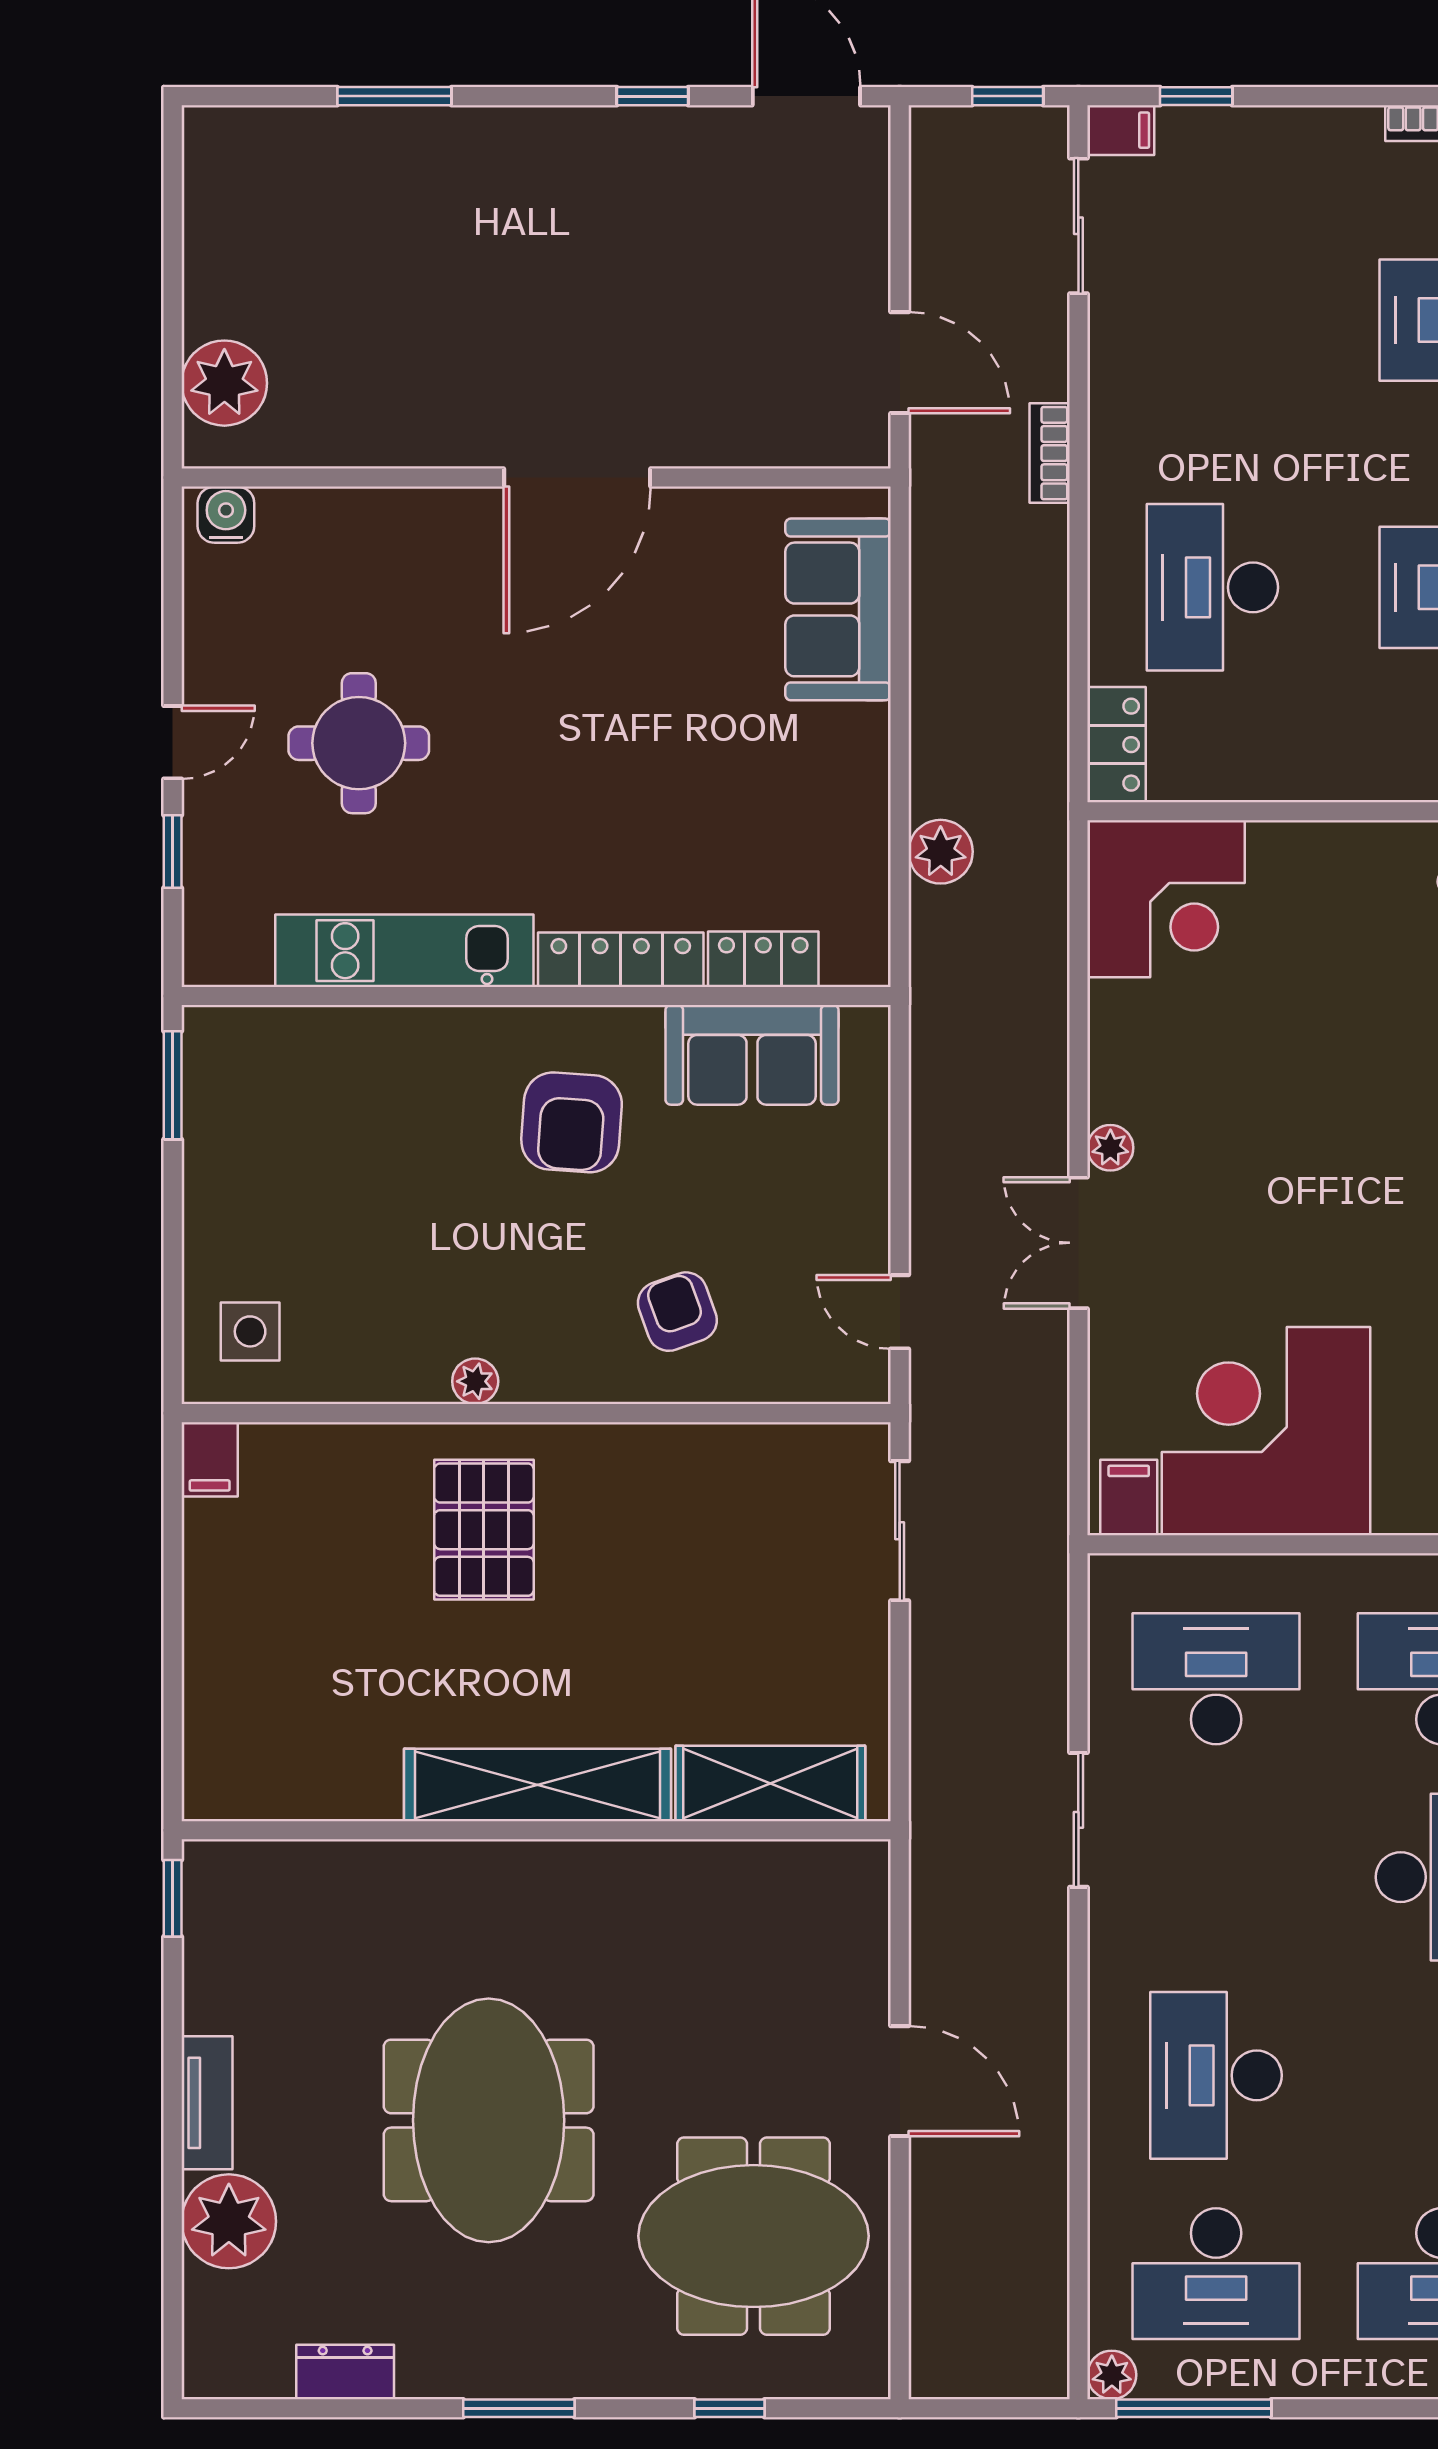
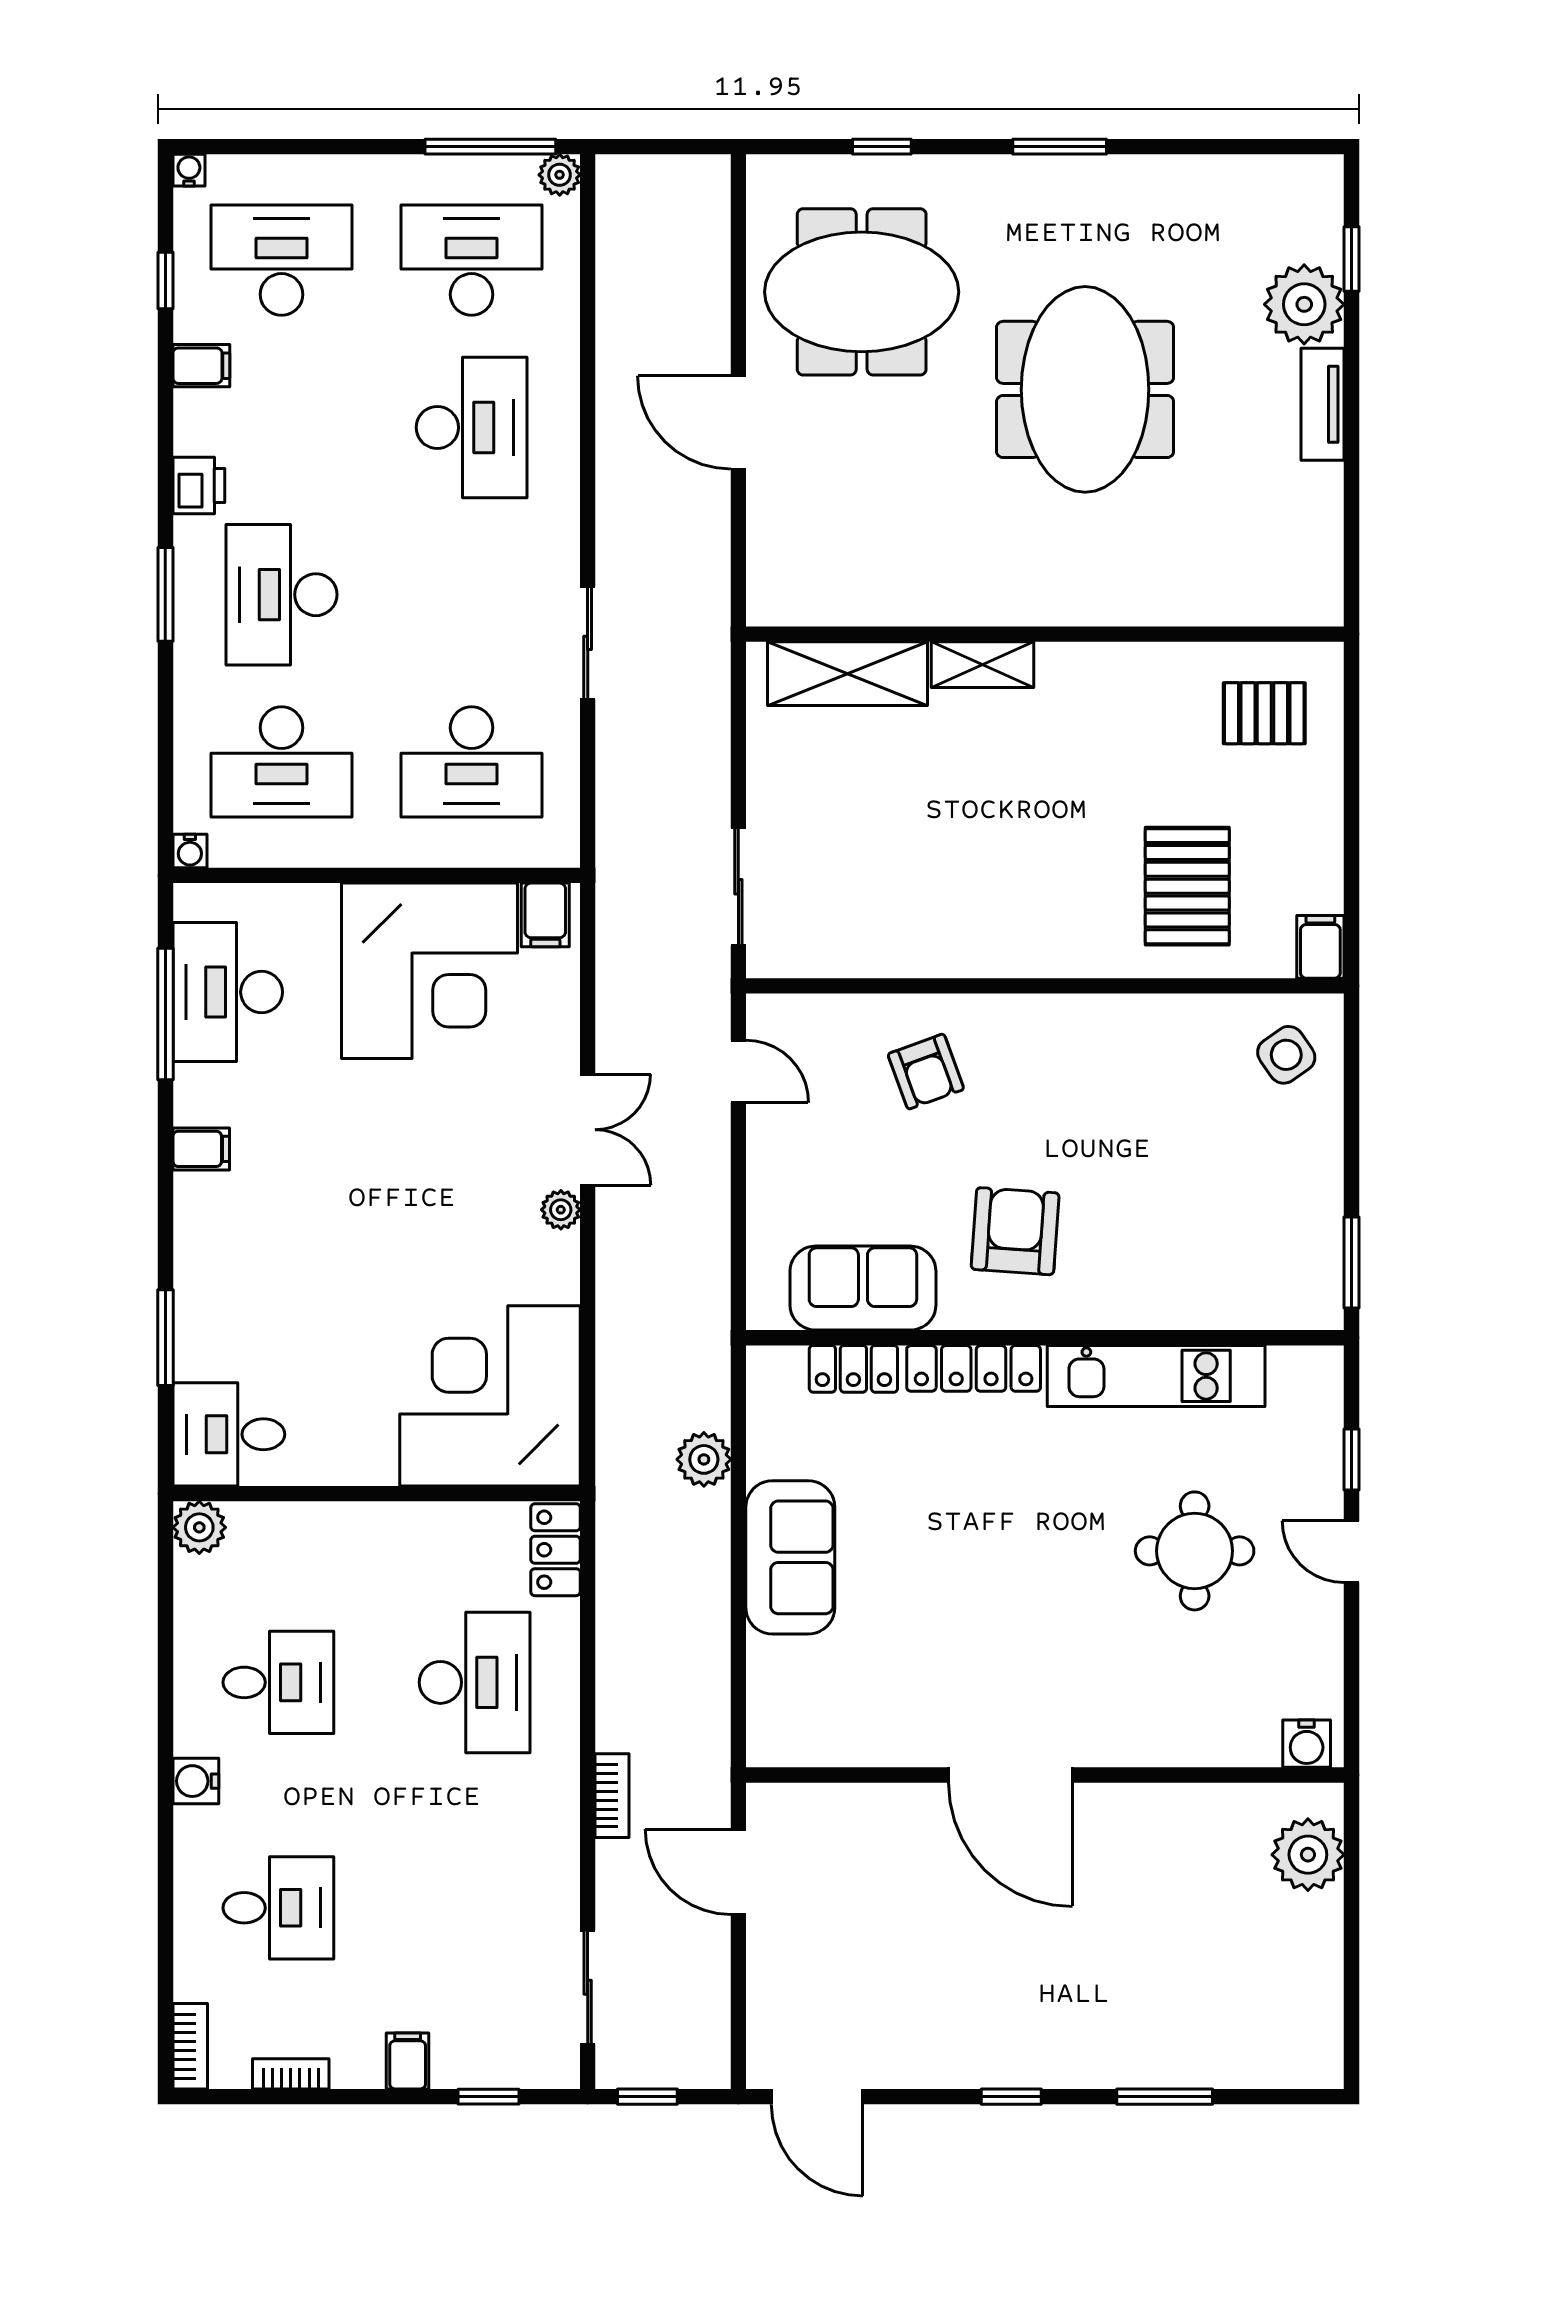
window: (652, 96) -> (1011, 2097), moved
filing cabinet: (1121, 130) -> (408, 2061), moved, turned 90
door: (577, 478) -> (1010, 1775), swing flipped
sofa: (838, 609) -> (790, 1557), moved
door: (173, 742) -> (1352, 1552), hinge flipped
corner desk: (1166, 899) -> (490, 1396), width x1.36, depth x1.36
side table: (250, 1331) -> (1286, 1055), turned -35
plant: (475, 1381) -> (1096, 1013), removed
pallet: (484, 1530) -> (1187, 886), moved
pallet: (276, 1737) -> (1264, 713), added
shelving: (537, 1785) -> (983, 665), width x0.45, depth x0.75
window: (173, 1898) -> (1352, 259), moved
dresser: (345, 2372) -> (1206, 177), removed

